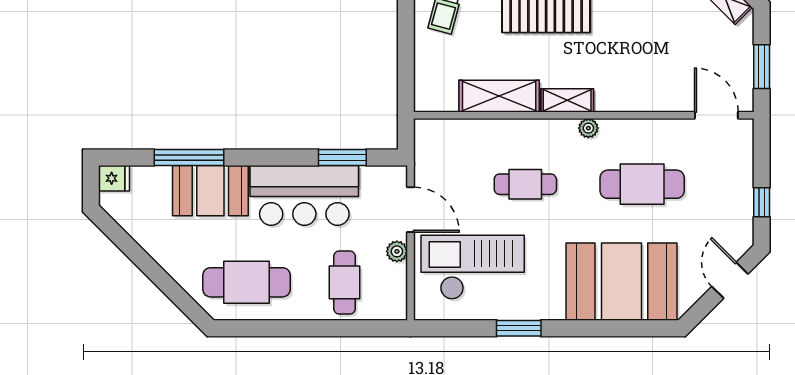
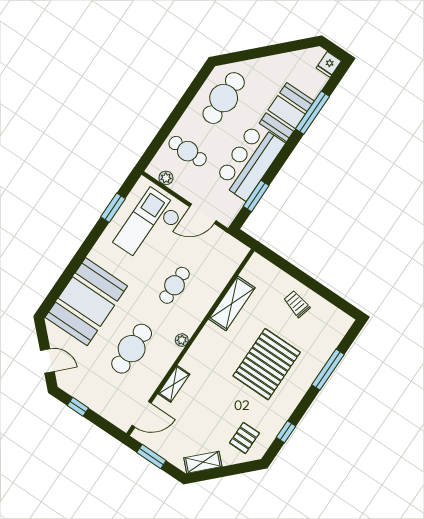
shelving: (567, 100) -> (174, 384), moved
plant: (397, 251) -> (166, 178), moved
checkout: (473, 267) -> (149, 226), turned 180
window: (519, 328) -> (113, 208), moved

